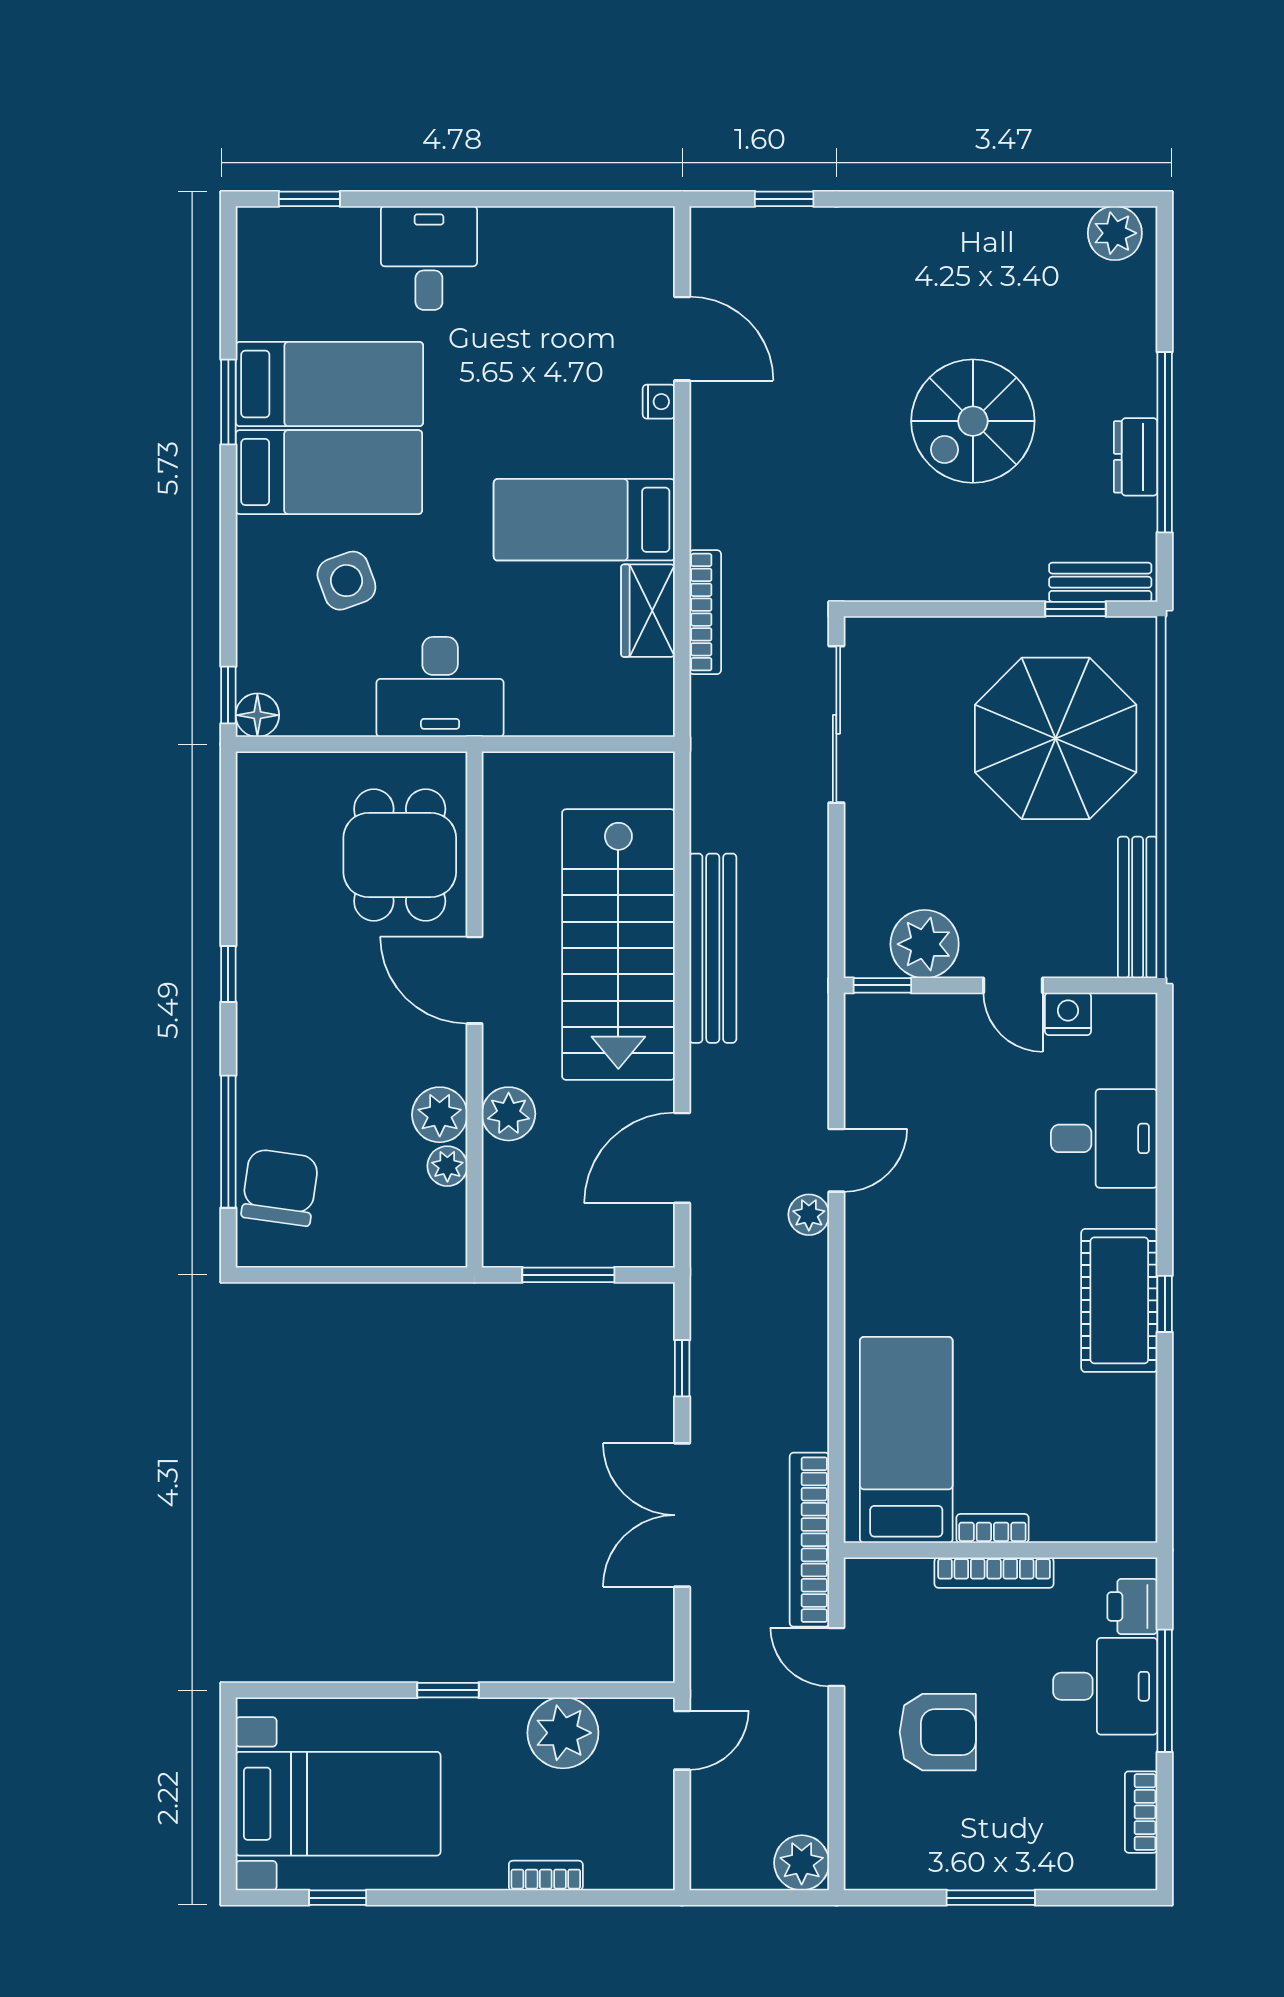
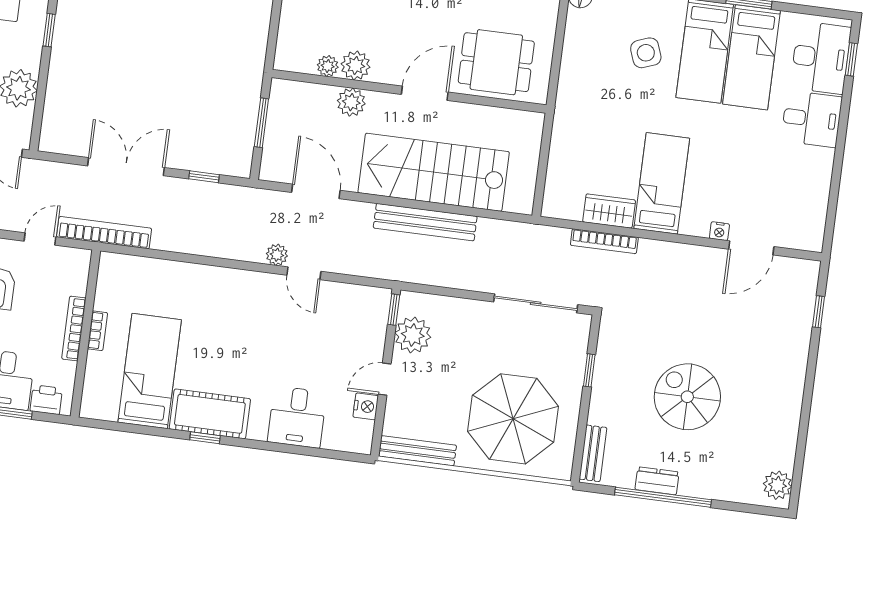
window: (1075, 609) -> (589, 370), moved
desk: (440, 687) -> (821, 58), moved, turned 180
bed: (906, 1440) -> (150, 371), moved, turned -90

